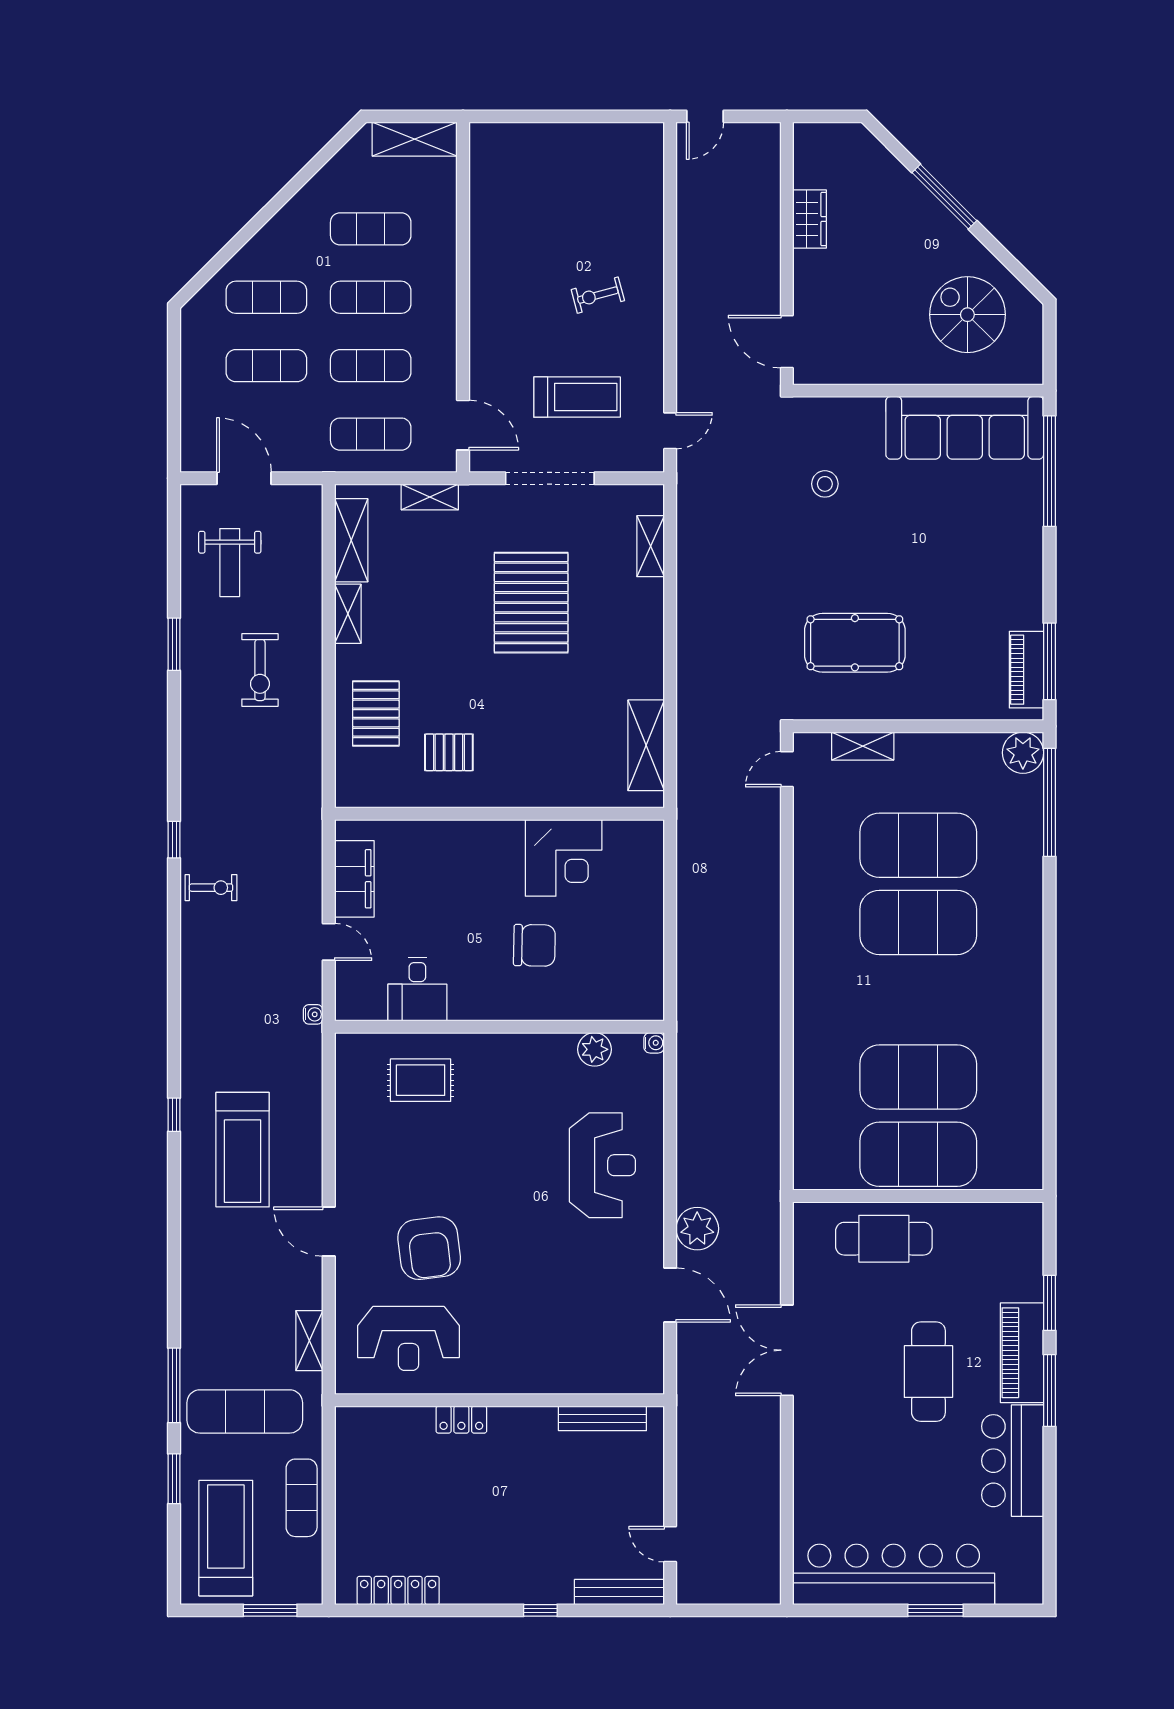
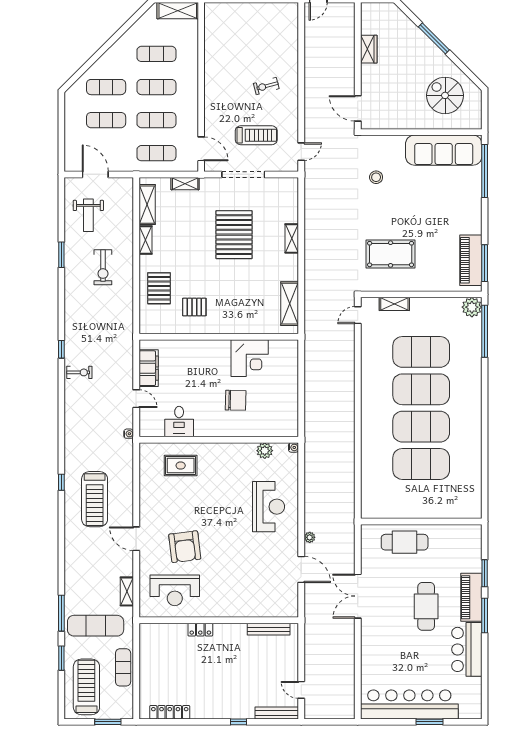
shelving: (651, 546) -> (292, 238), moved
piano: (1026, 670) -> (471, 260), width x1.37, depth x1.33
exercise mat: (918, 1154) -> (421, 427), moved
plant: (697, 1229) -> (310, 537), width x0.53, depth x0.53

